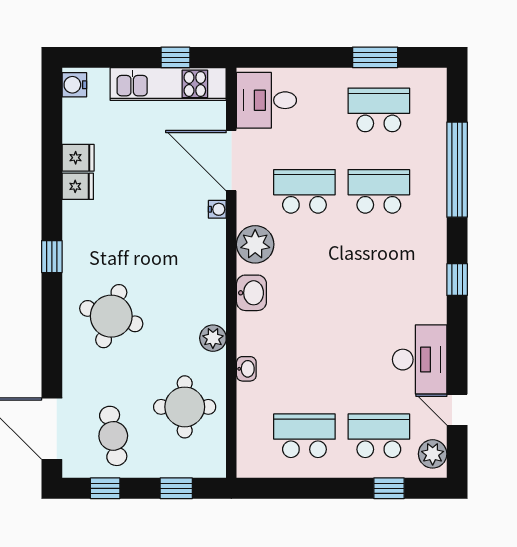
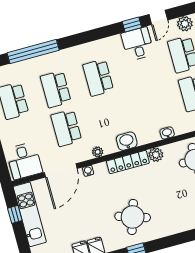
plant: (255, 244) -> (98, 152), width x0.53, depth x0.53
school desk: (379, 273) -> (98, 78), added
window: (457, 280) -> (132, 25), moved
locker: (214, 285) -> (128, 162), added
round table: (111, 316) -> (133, 217), moved
desk: (420, 360) -> (138, 44), width x0.73

